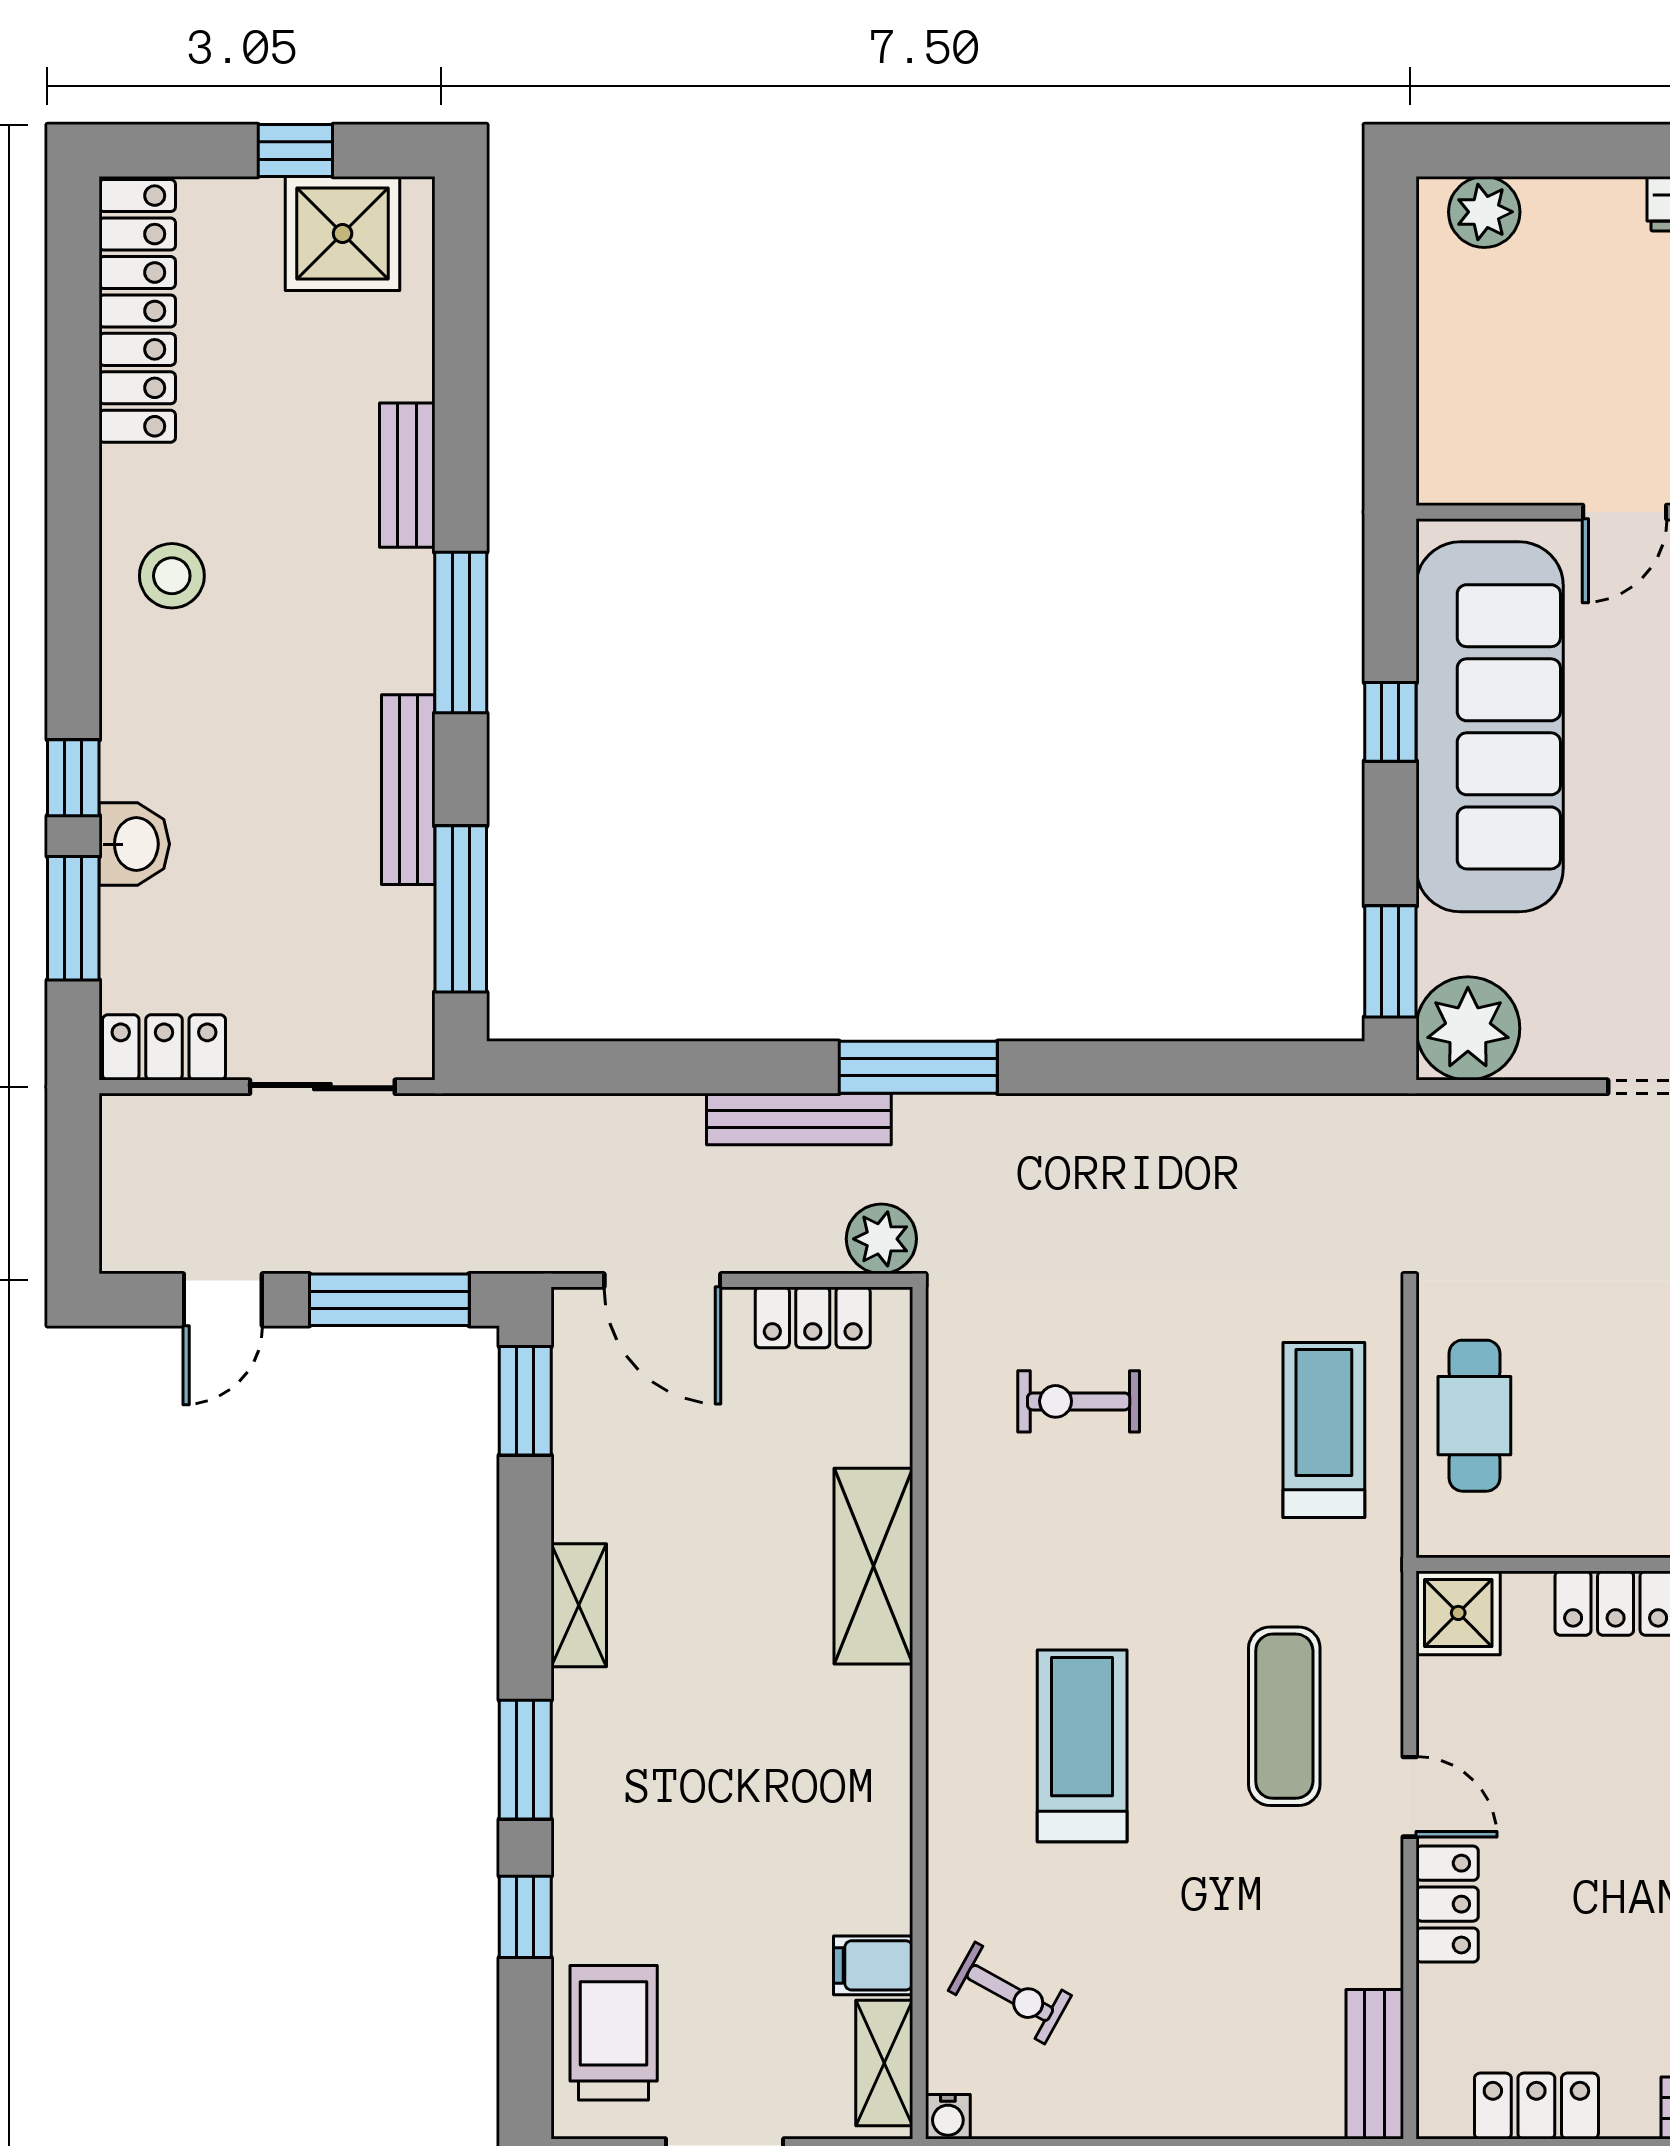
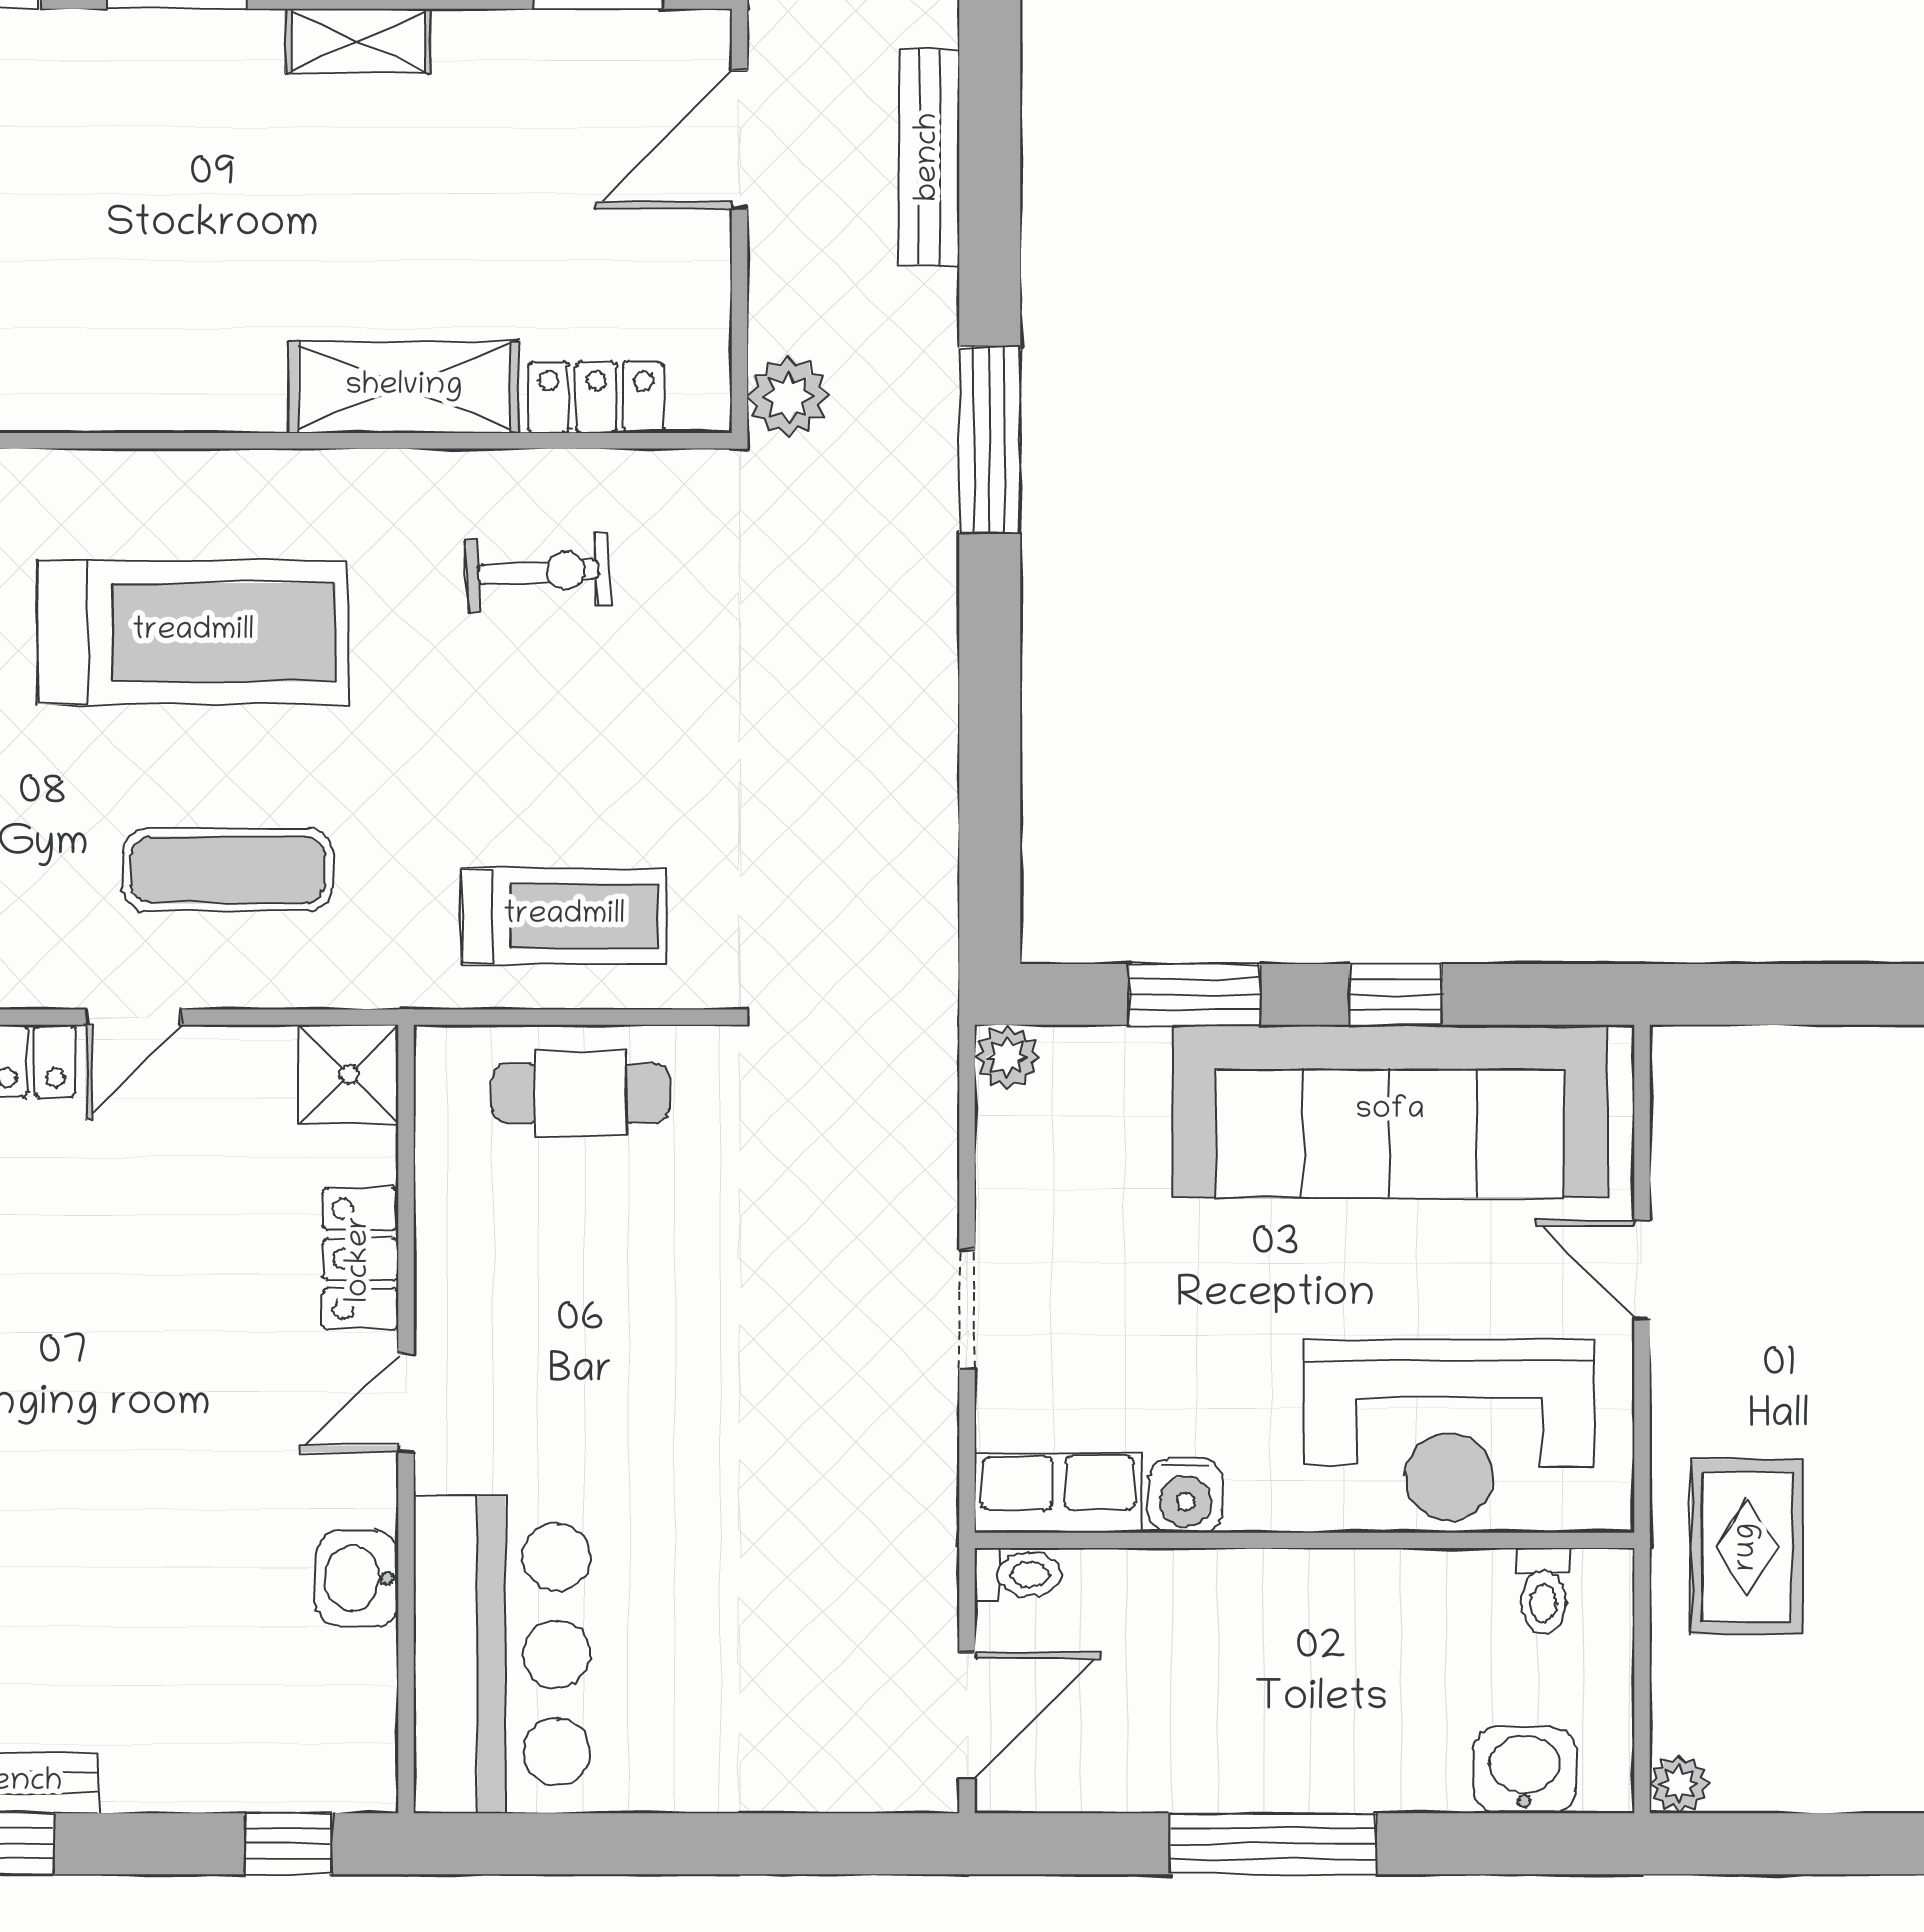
window: (1390, 961) -> (1195, 994), moved
plant: (1468, 1028) -> (1007, 1057), width x0.53, depth x0.53
bench: (799, 1119) -> (929, 157), moved
locker: (813, 1317) -> (596, 397), moved, turned 90
exercise bike: (1079, 1401) -> (539, 572), moved, turned 87
treadmill: (1082, 1746) -> (193, 632), width x1.37, depth x1.38

